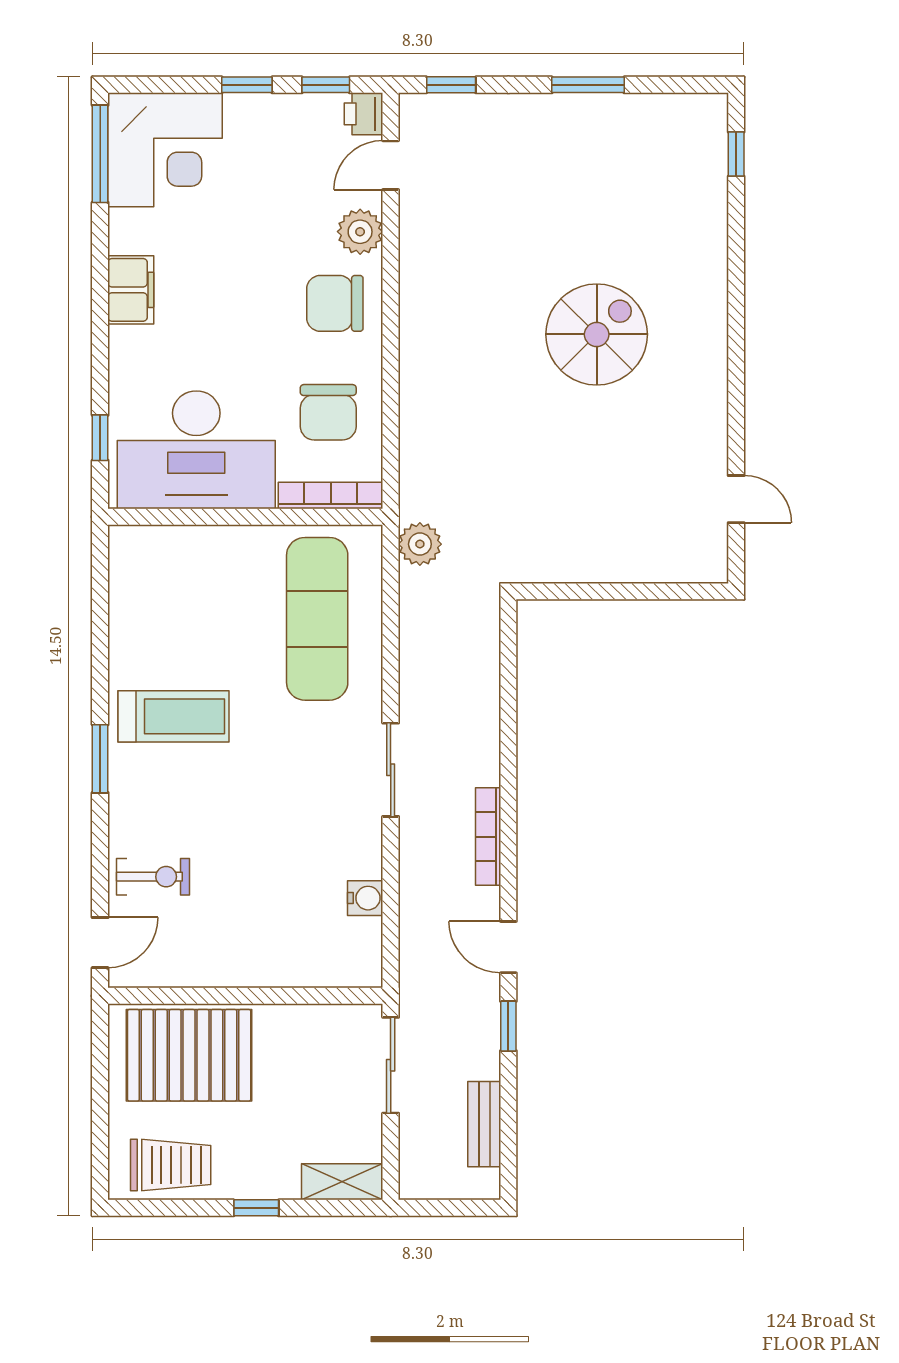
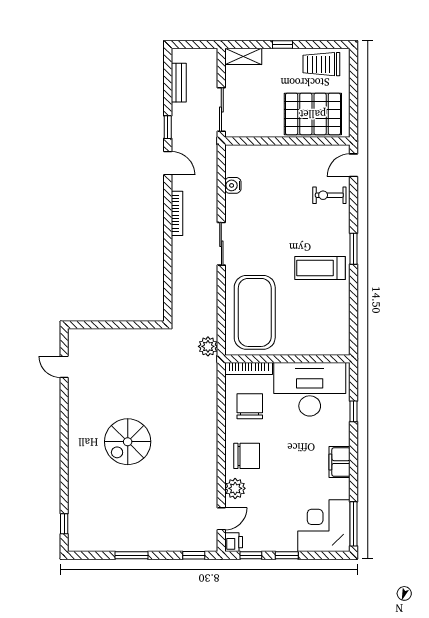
window: (100, 438) -> (353, 411), moved
exercise mat: (317, 619) -> (255, 312), width x1.47

